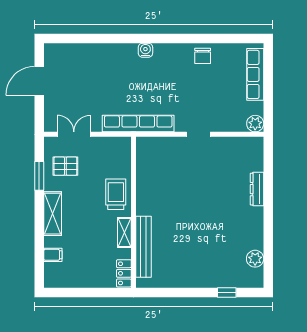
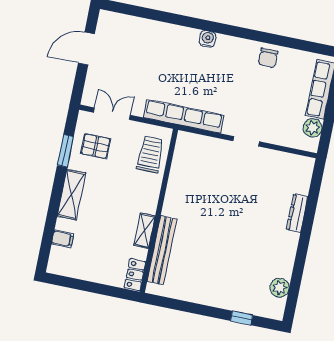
plant: (255, 124) -> (313, 128), moved
trolley: (116, 194) -> (150, 155), moved

